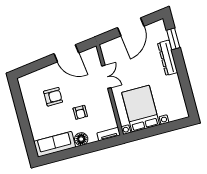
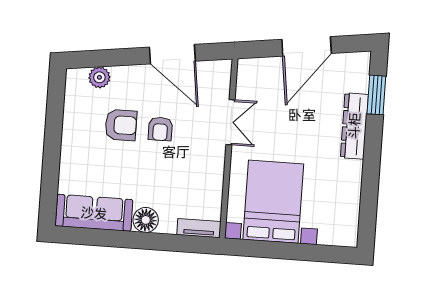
plant: (34, 77) -> (99, 77), added
armchair: (80, 112) -> (160, 129), moved

